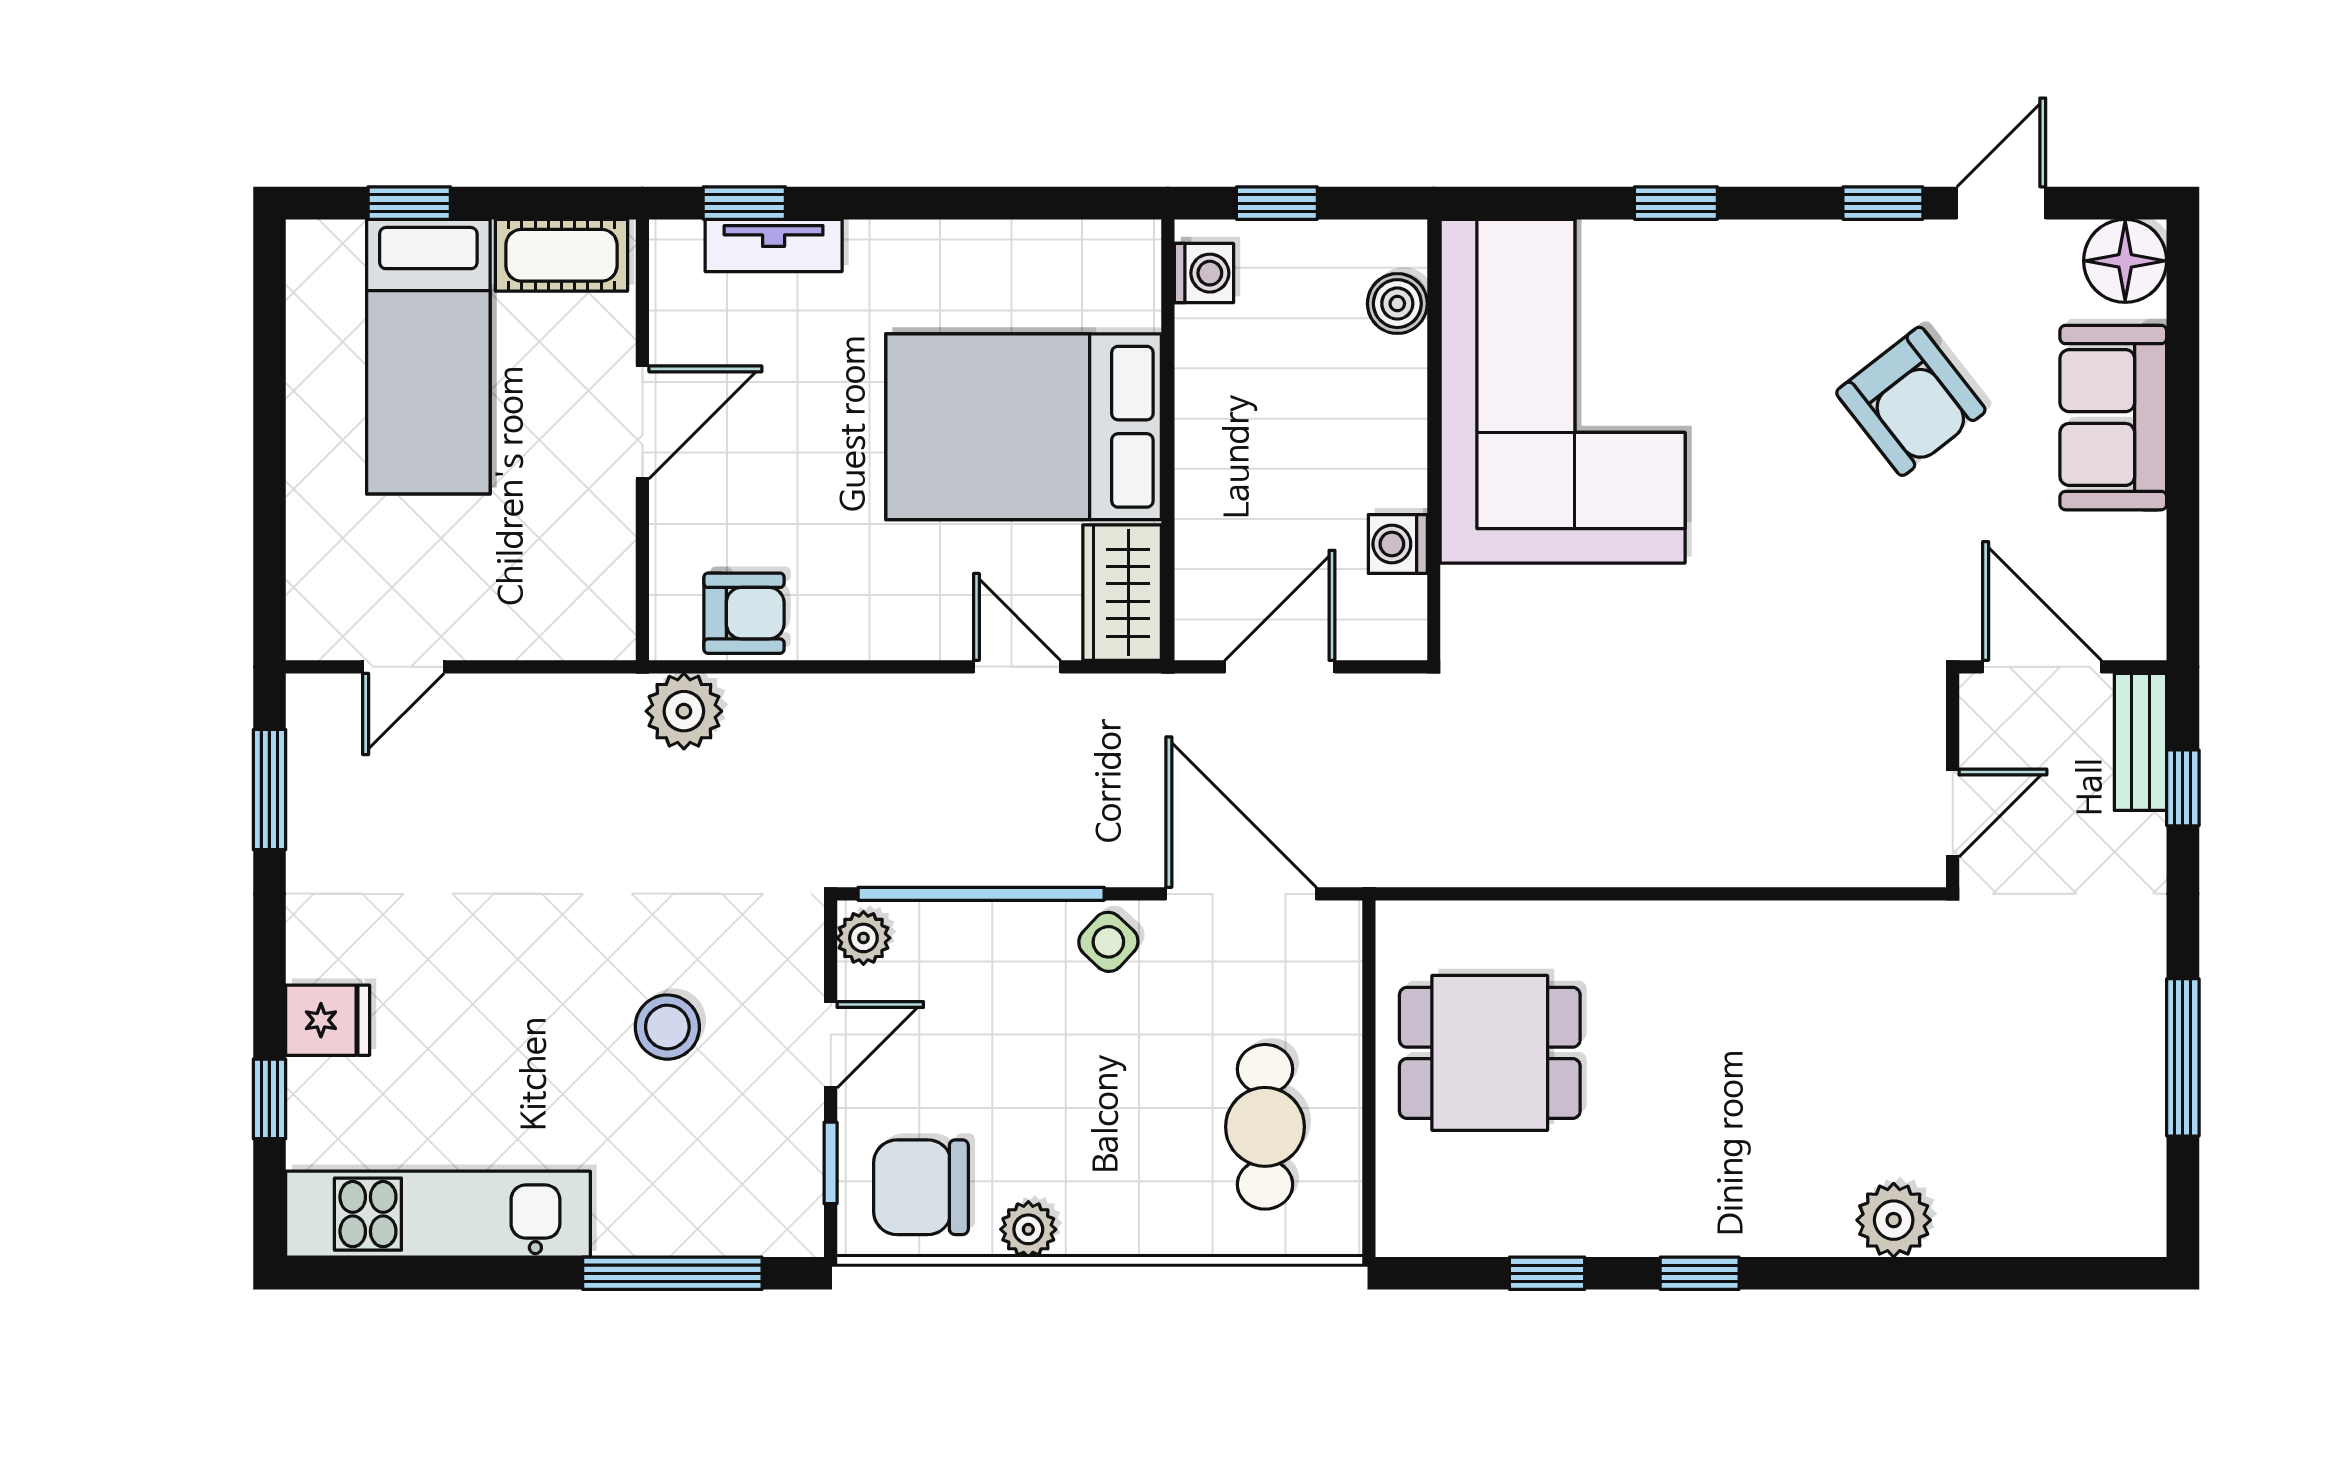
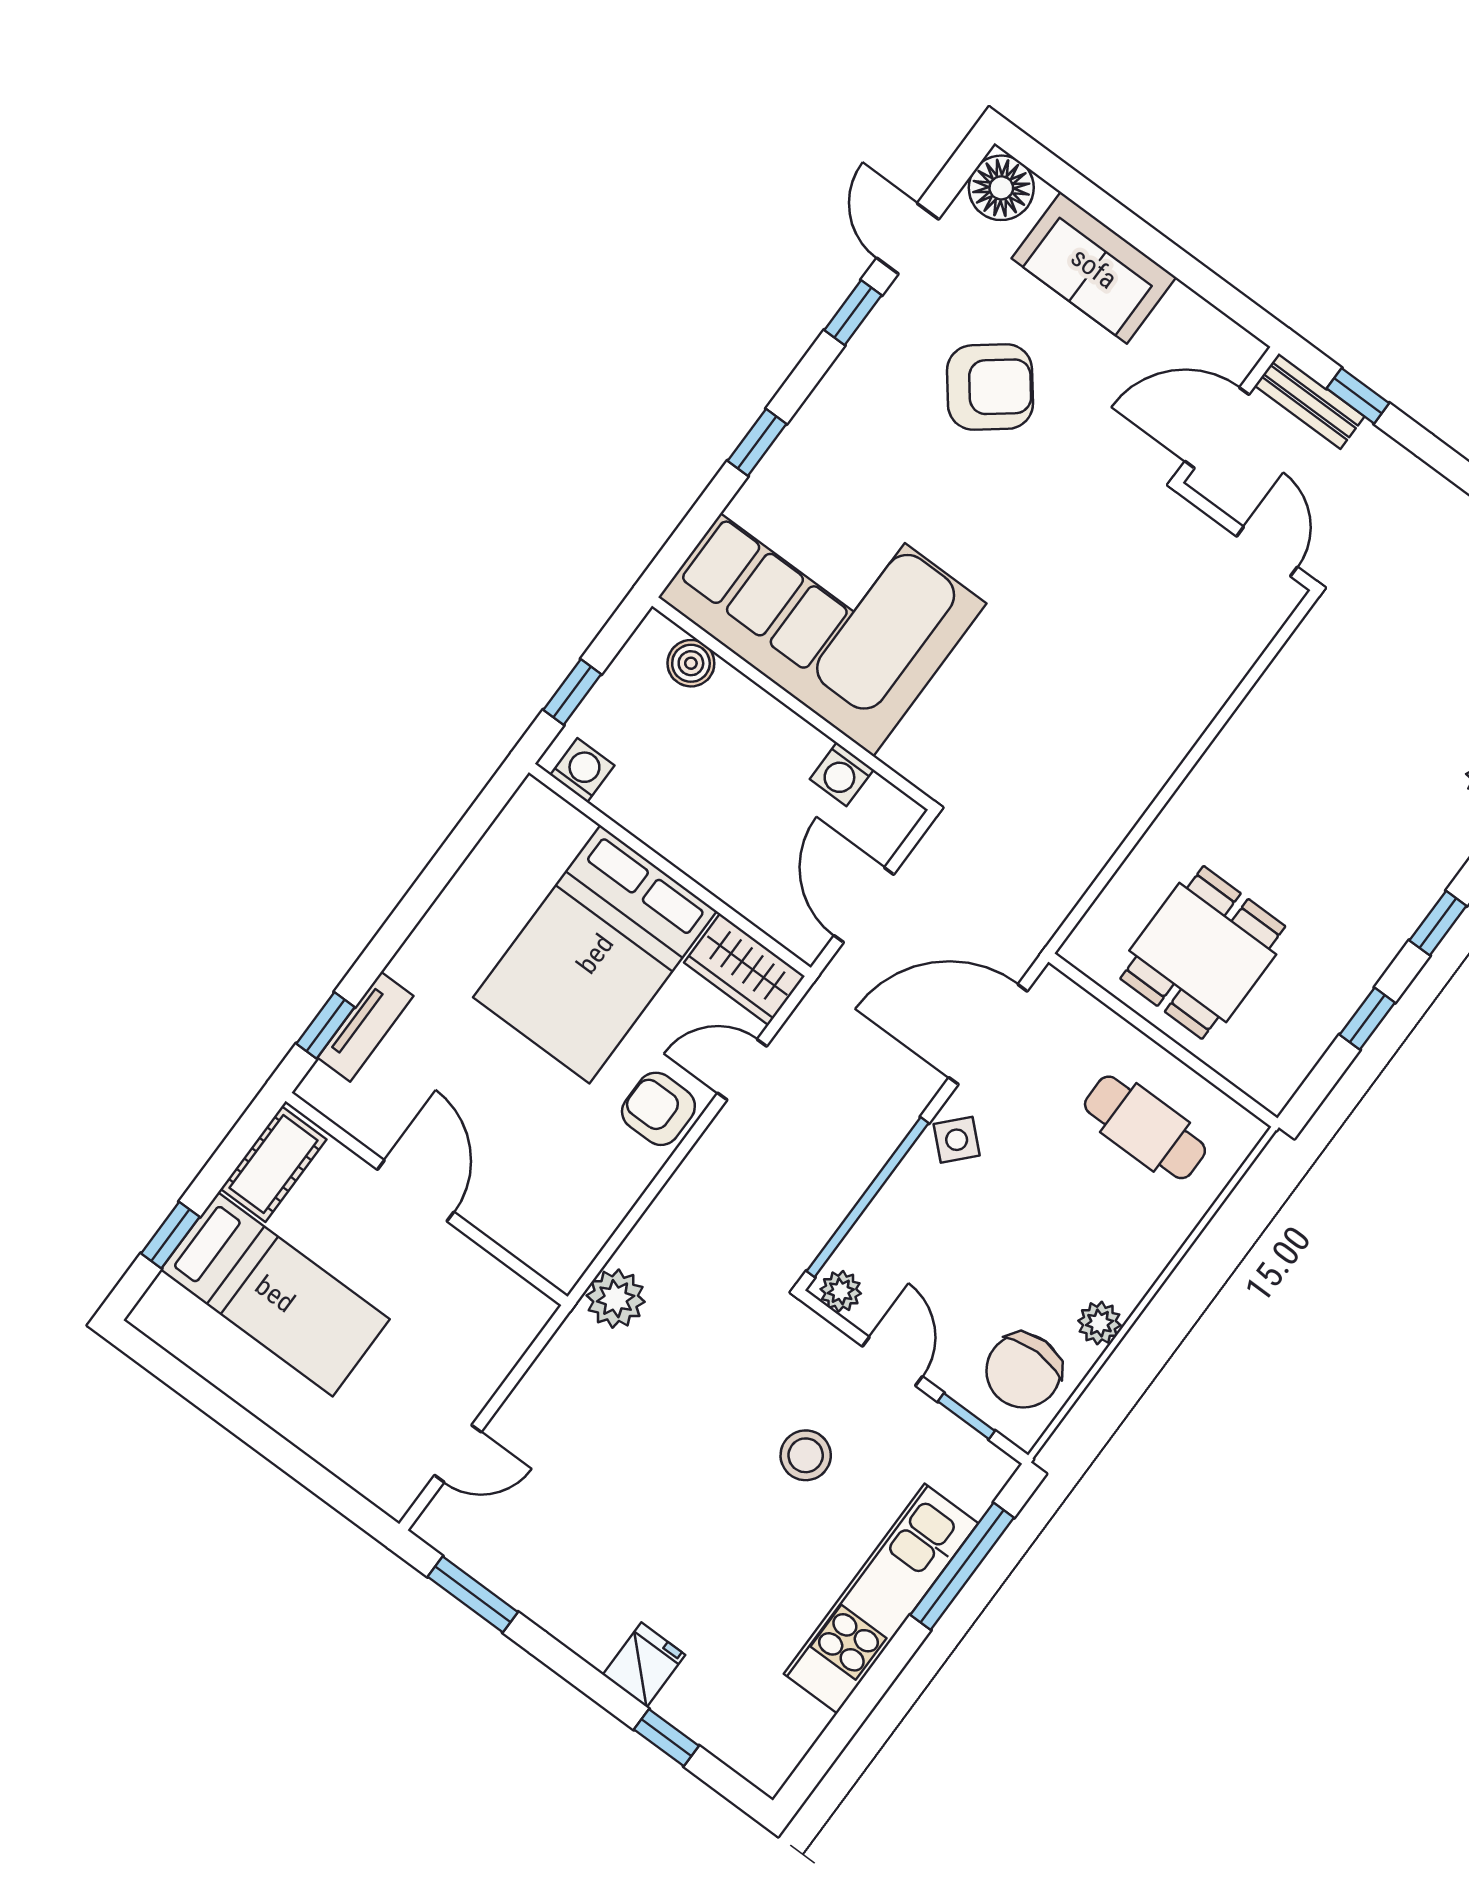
armchair: (744, 613) -> (658, 1109), moved, turned -90
door: (403, 667) -> (458, 1454), hinge flipped
kitchen unit: (438, 1214) -> (881, 1598), moved

